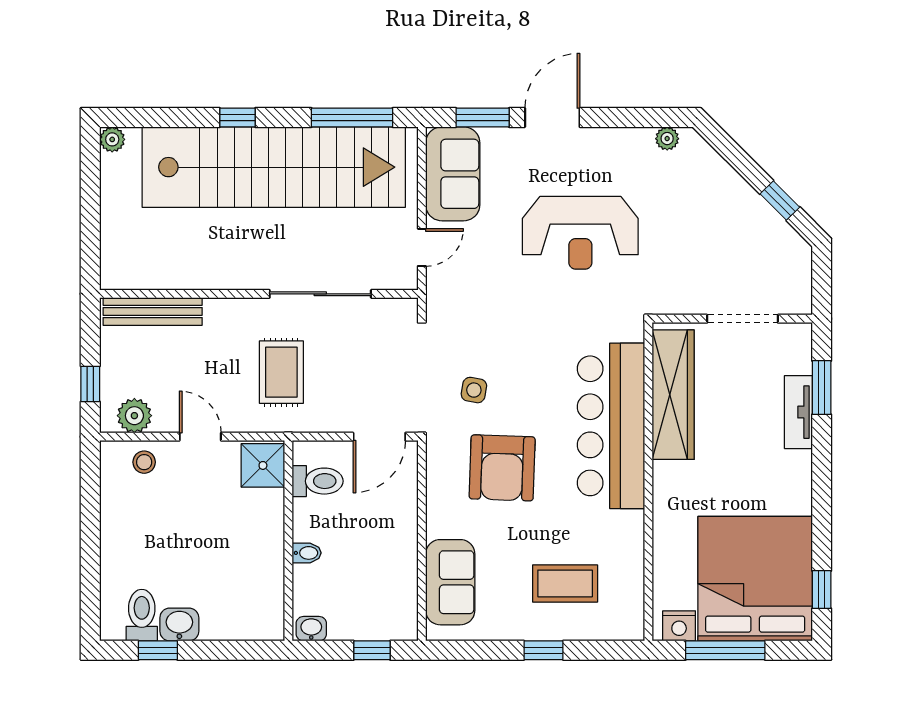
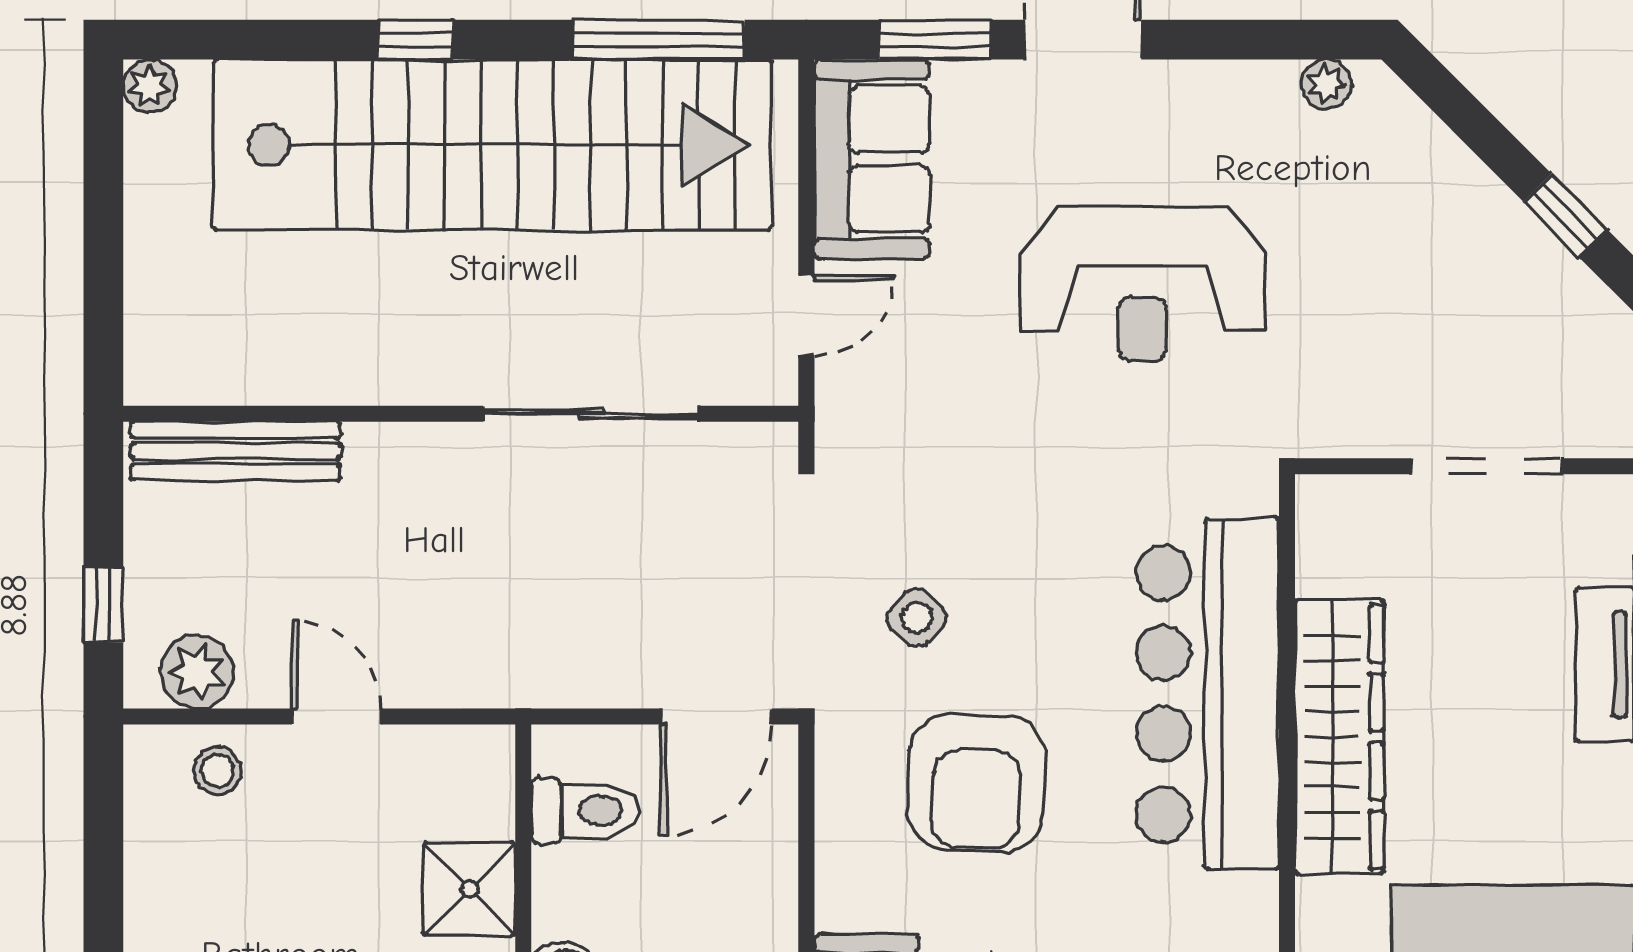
rug: (281, 372) -> (508, 580), removed
side table: (474, 390) -> (917, 618), turned 30
wardrobe: (673, 395) -> (1339, 737), moved
shower: (263, 465) -> (469, 889), moved

